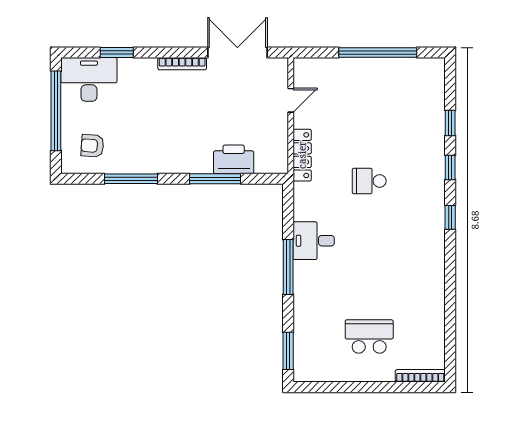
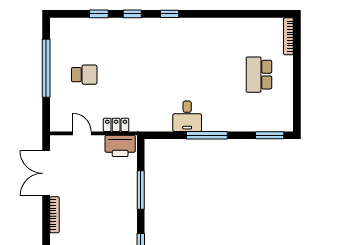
locker: (302, 155) -> (116, 125), width x0.66
printer: (234, 159) -> (120, 146), moved, turned -90
school desk: (369, 181) -> (84, 75), moved, turned -90

